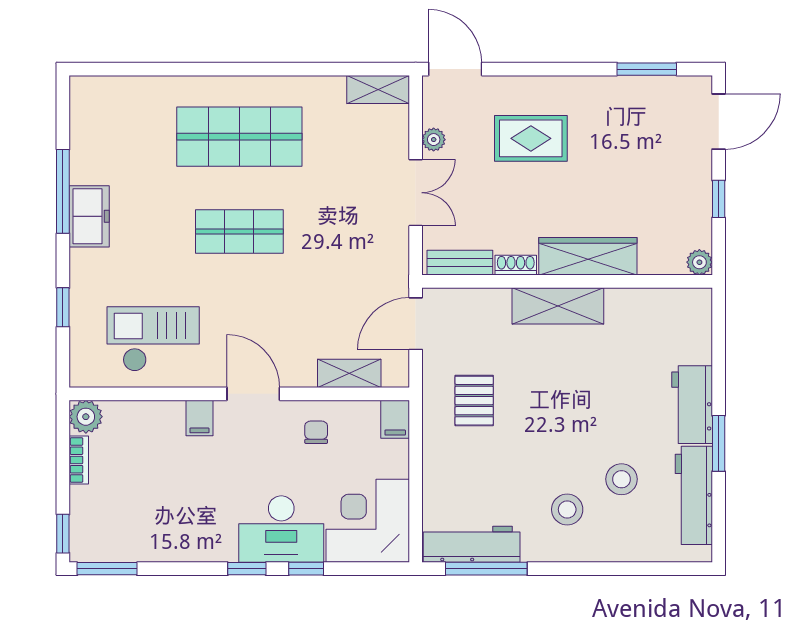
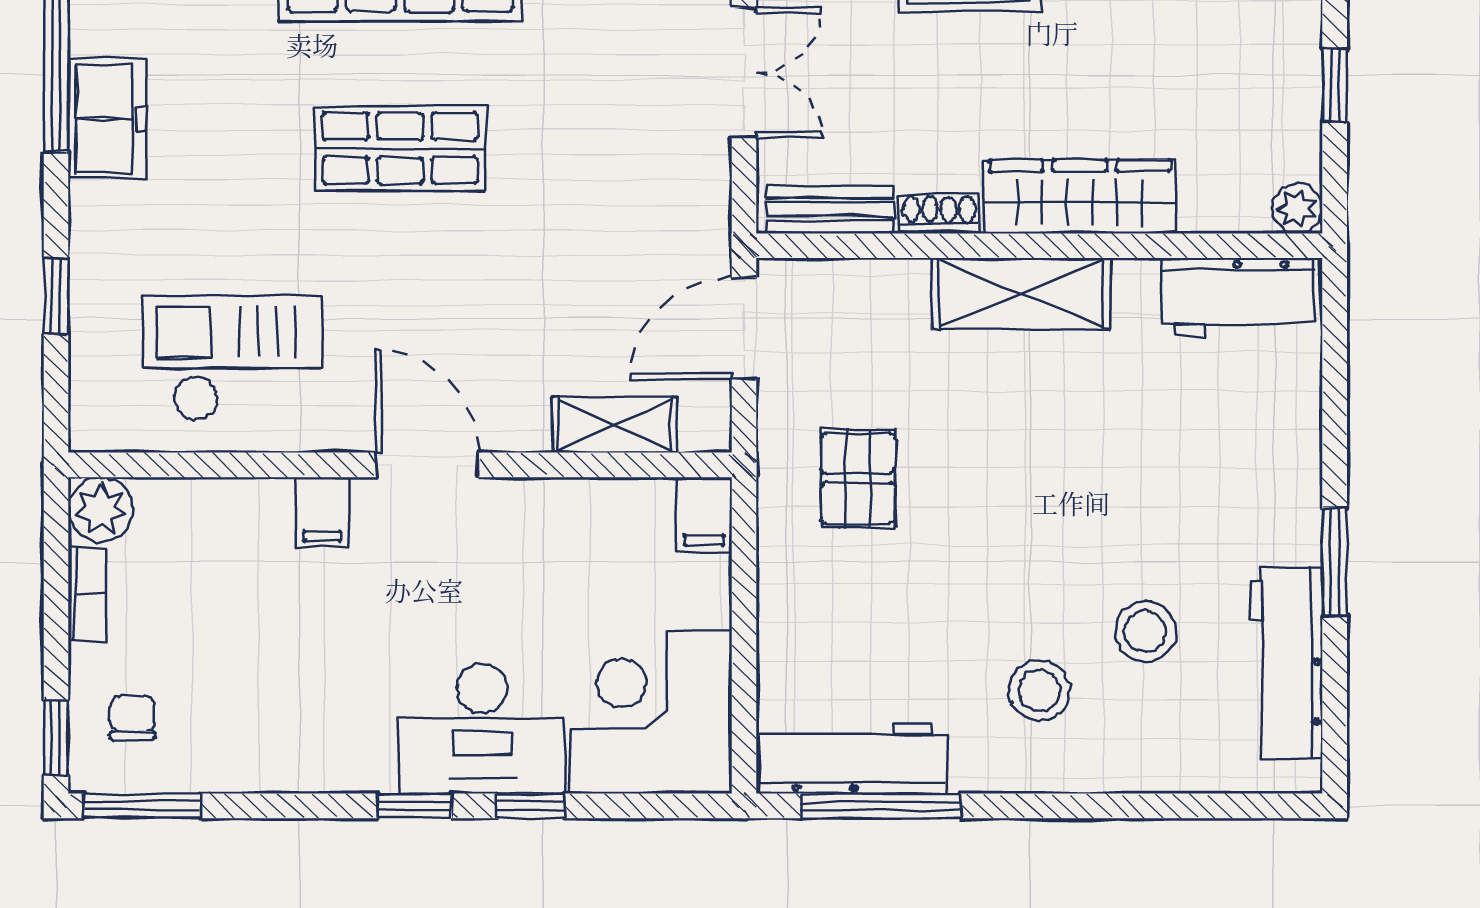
workbench: (692, 405) -> (1238, 297), moved, turned -90
chair: (316, 432) -> (132, 718), moved

